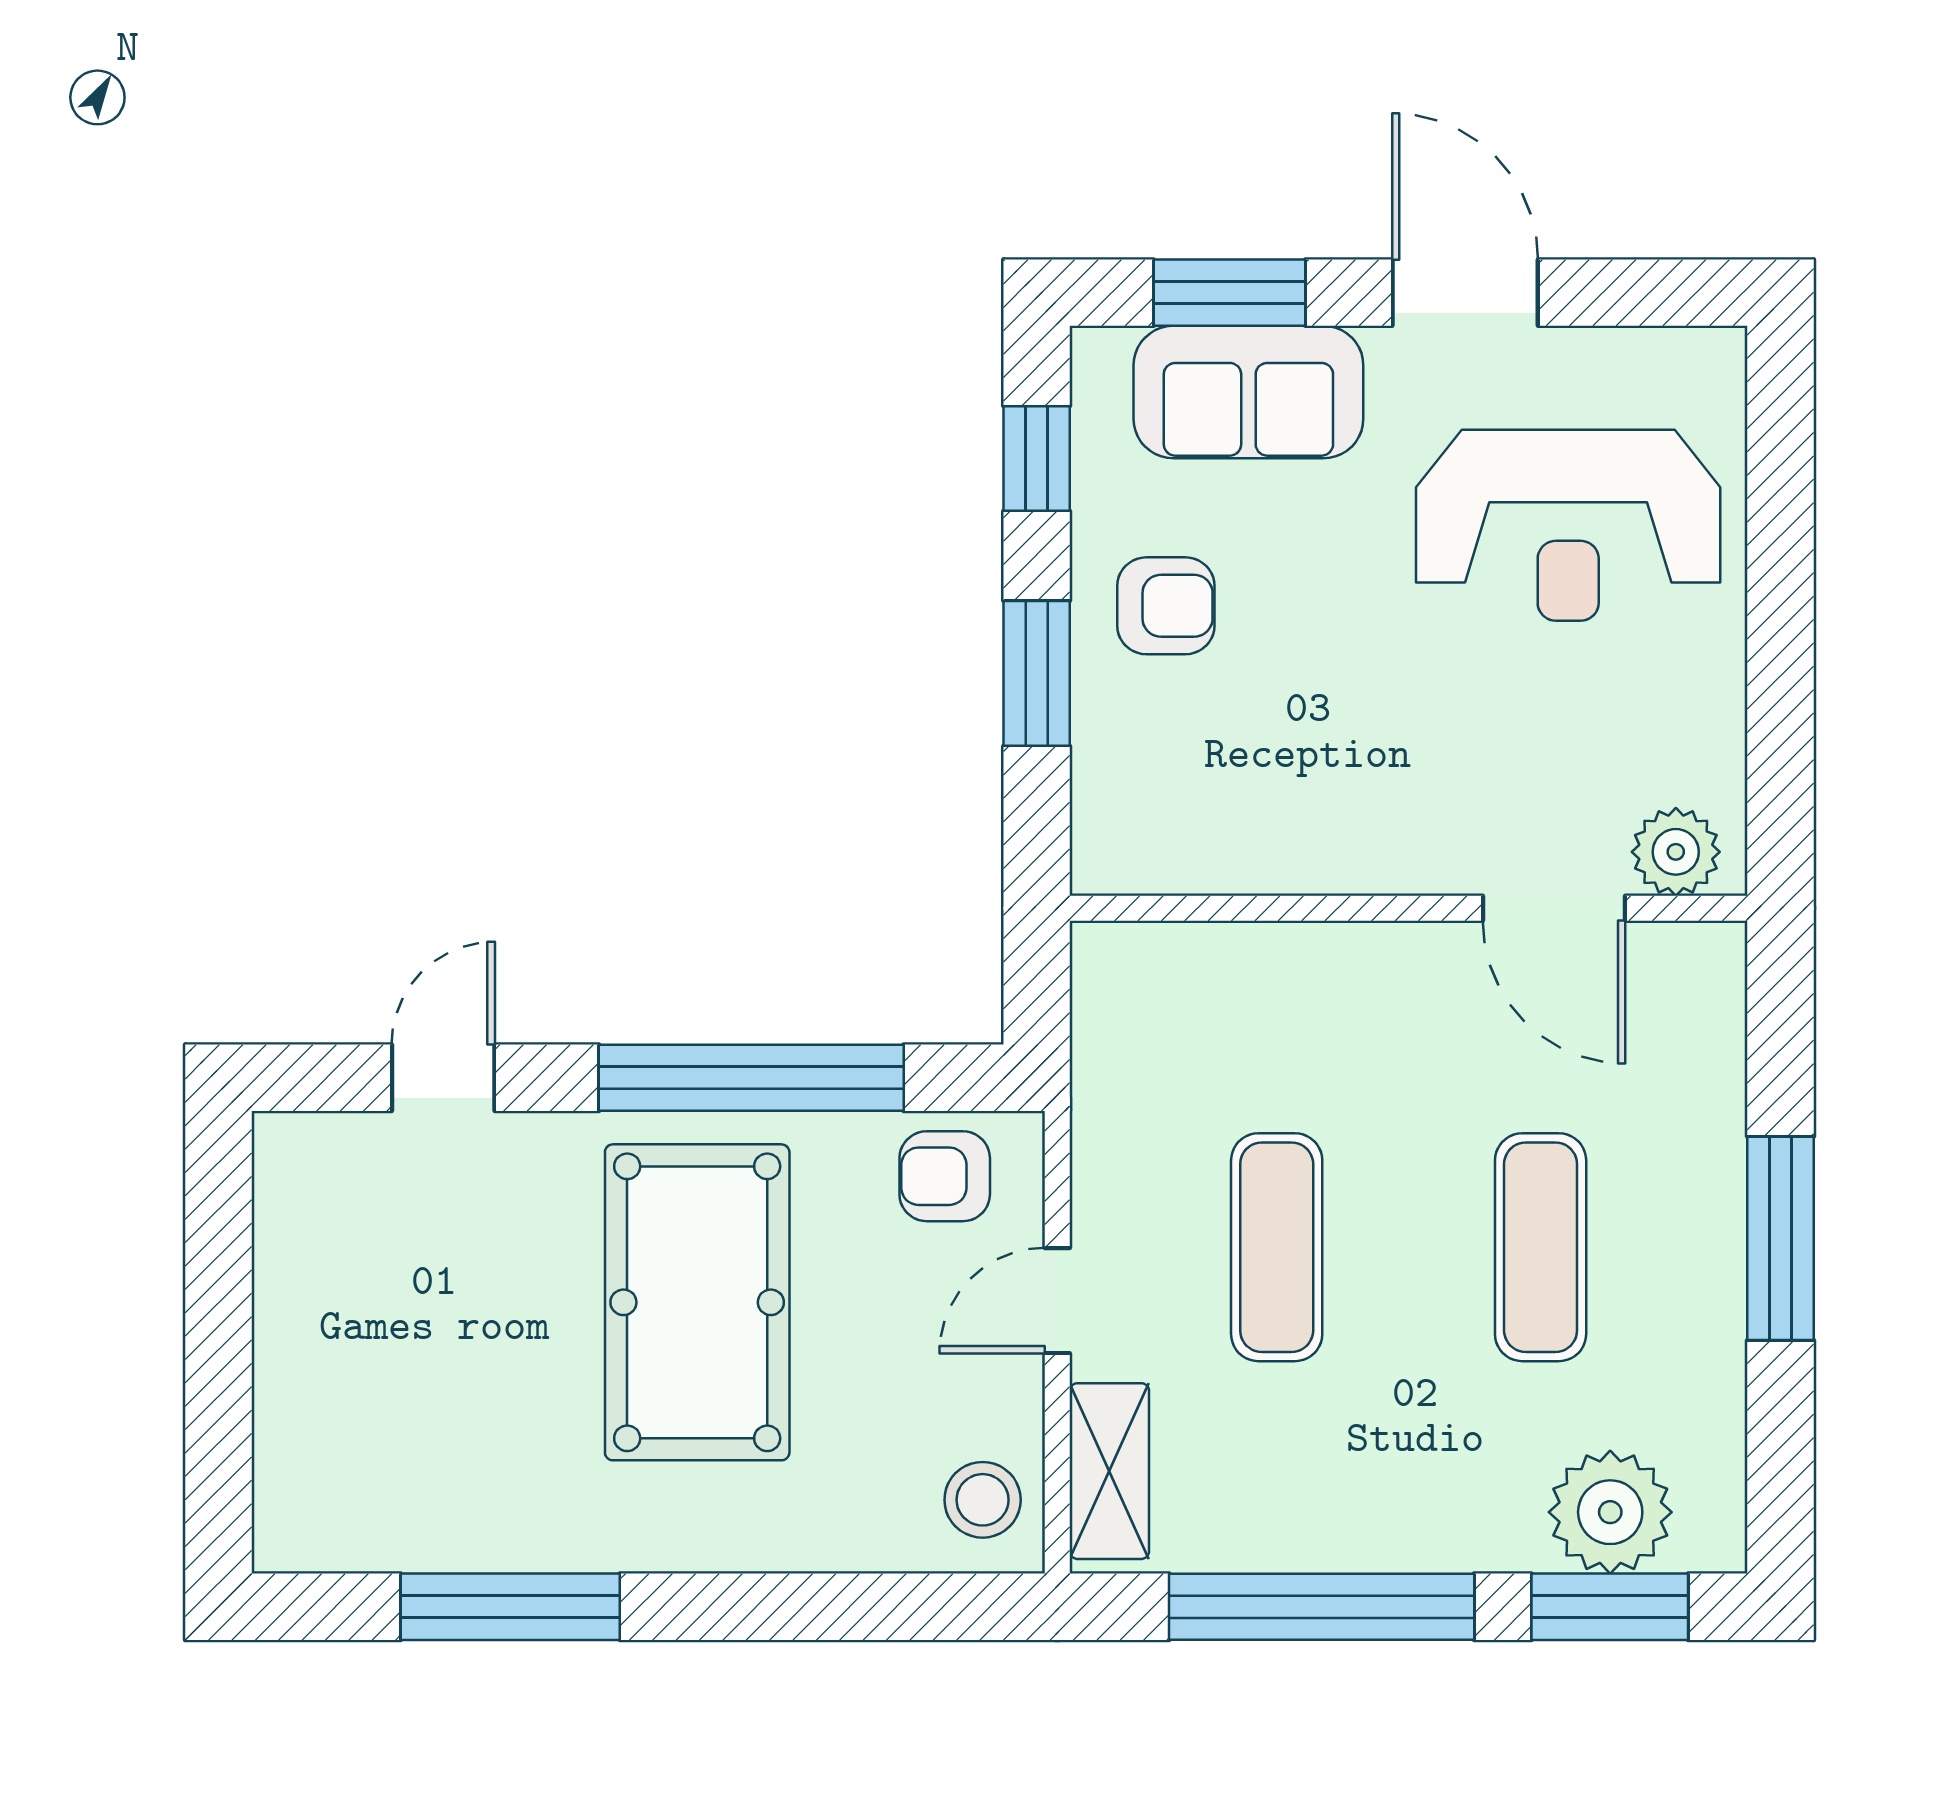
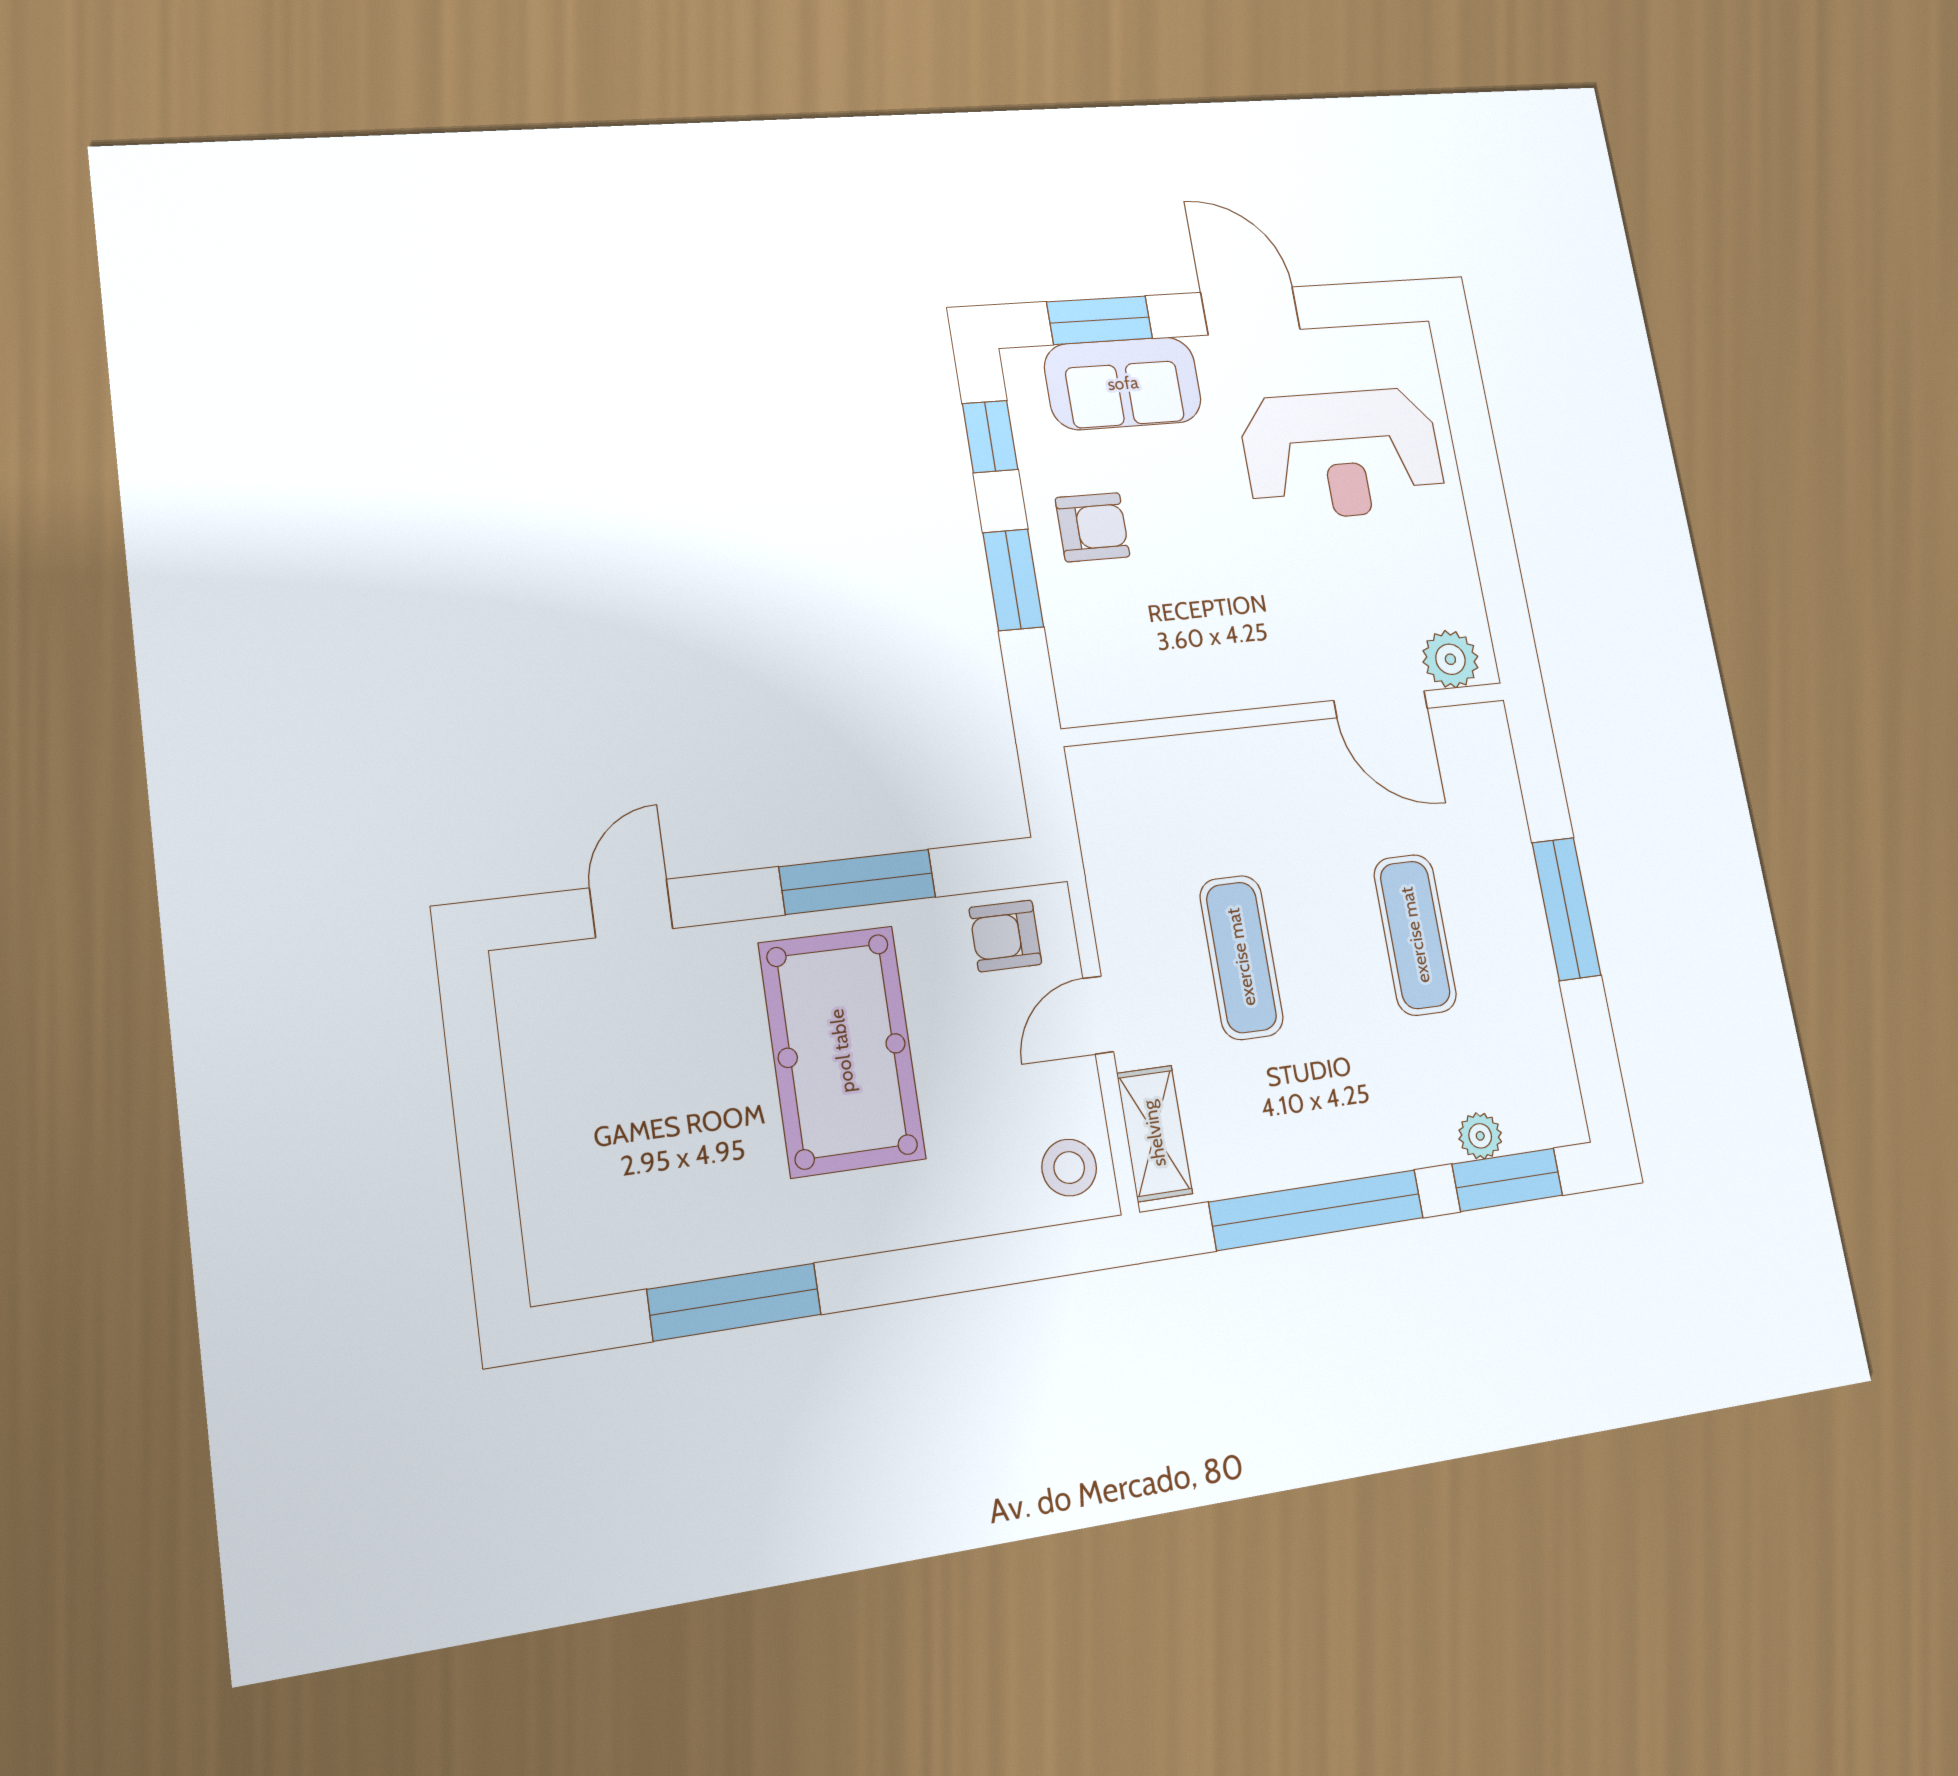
window: (751, 1078) -> (857, 882), width x0.68
plant: (1610, 1512) -> (1480, 1136), width x0.53, depth x0.53

